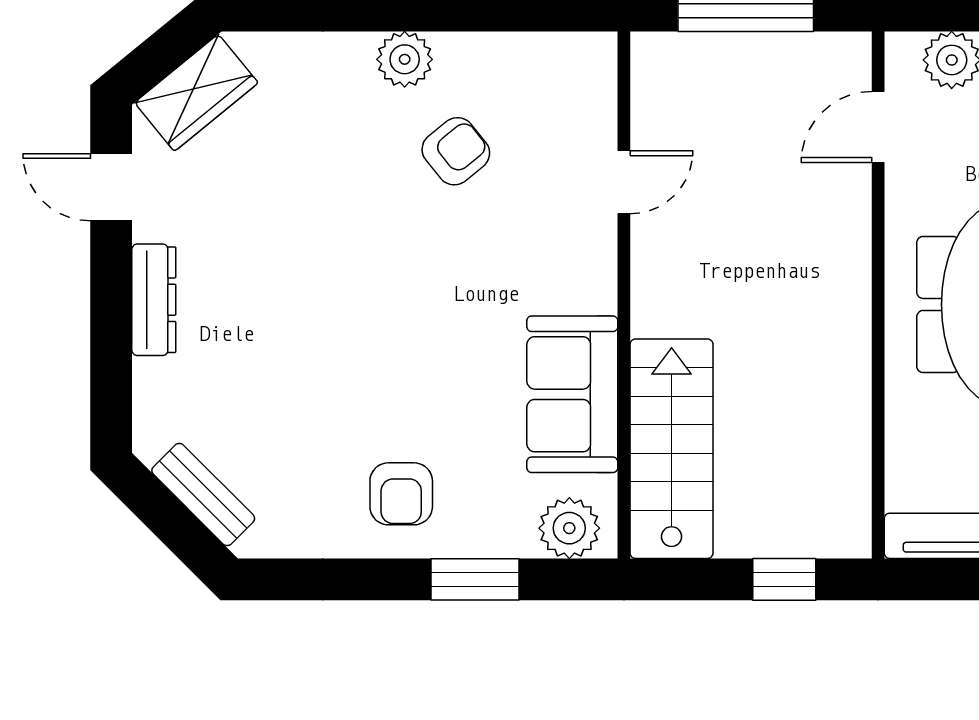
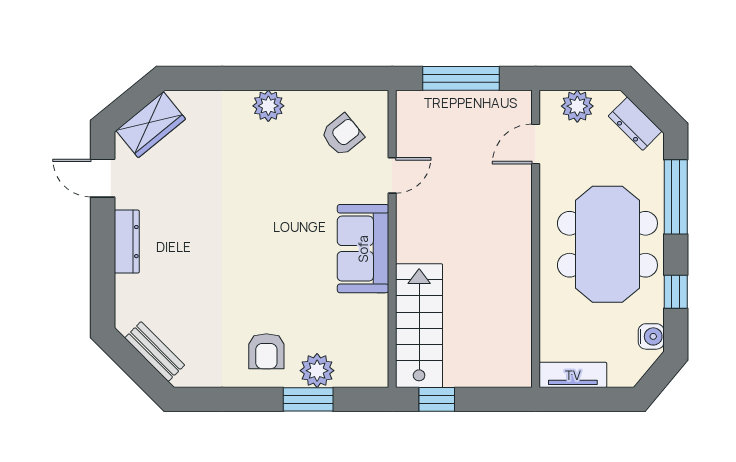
armchair: (456, 151) -> (342, 135), moved
sofa: (572, 394) -> (363, 249), moved
plant: (569, 528) -> (317, 371), moved
window: (784, 579) -> (437, 399), moved

